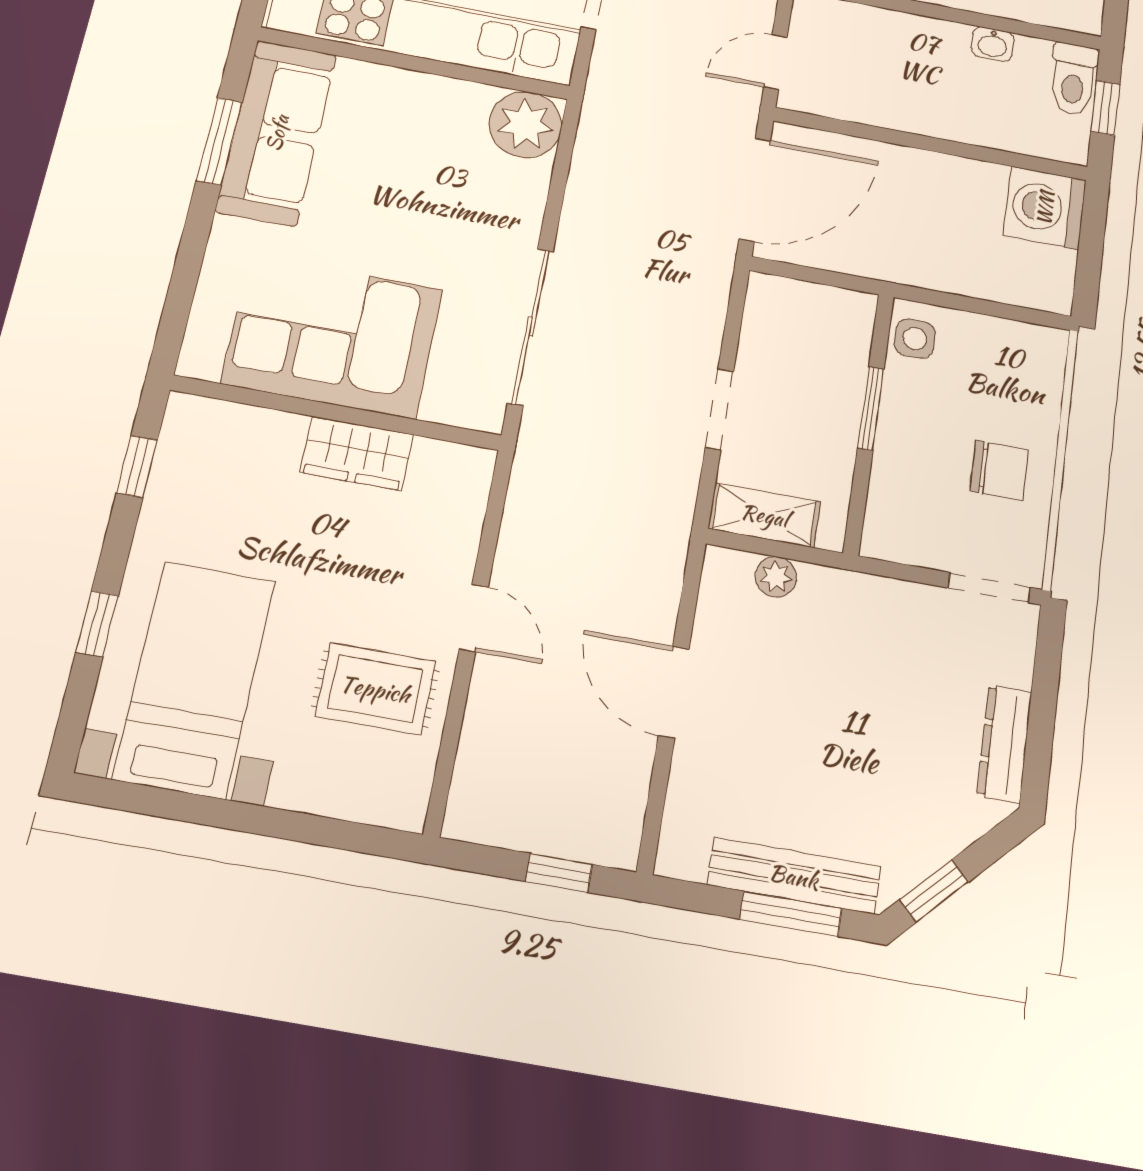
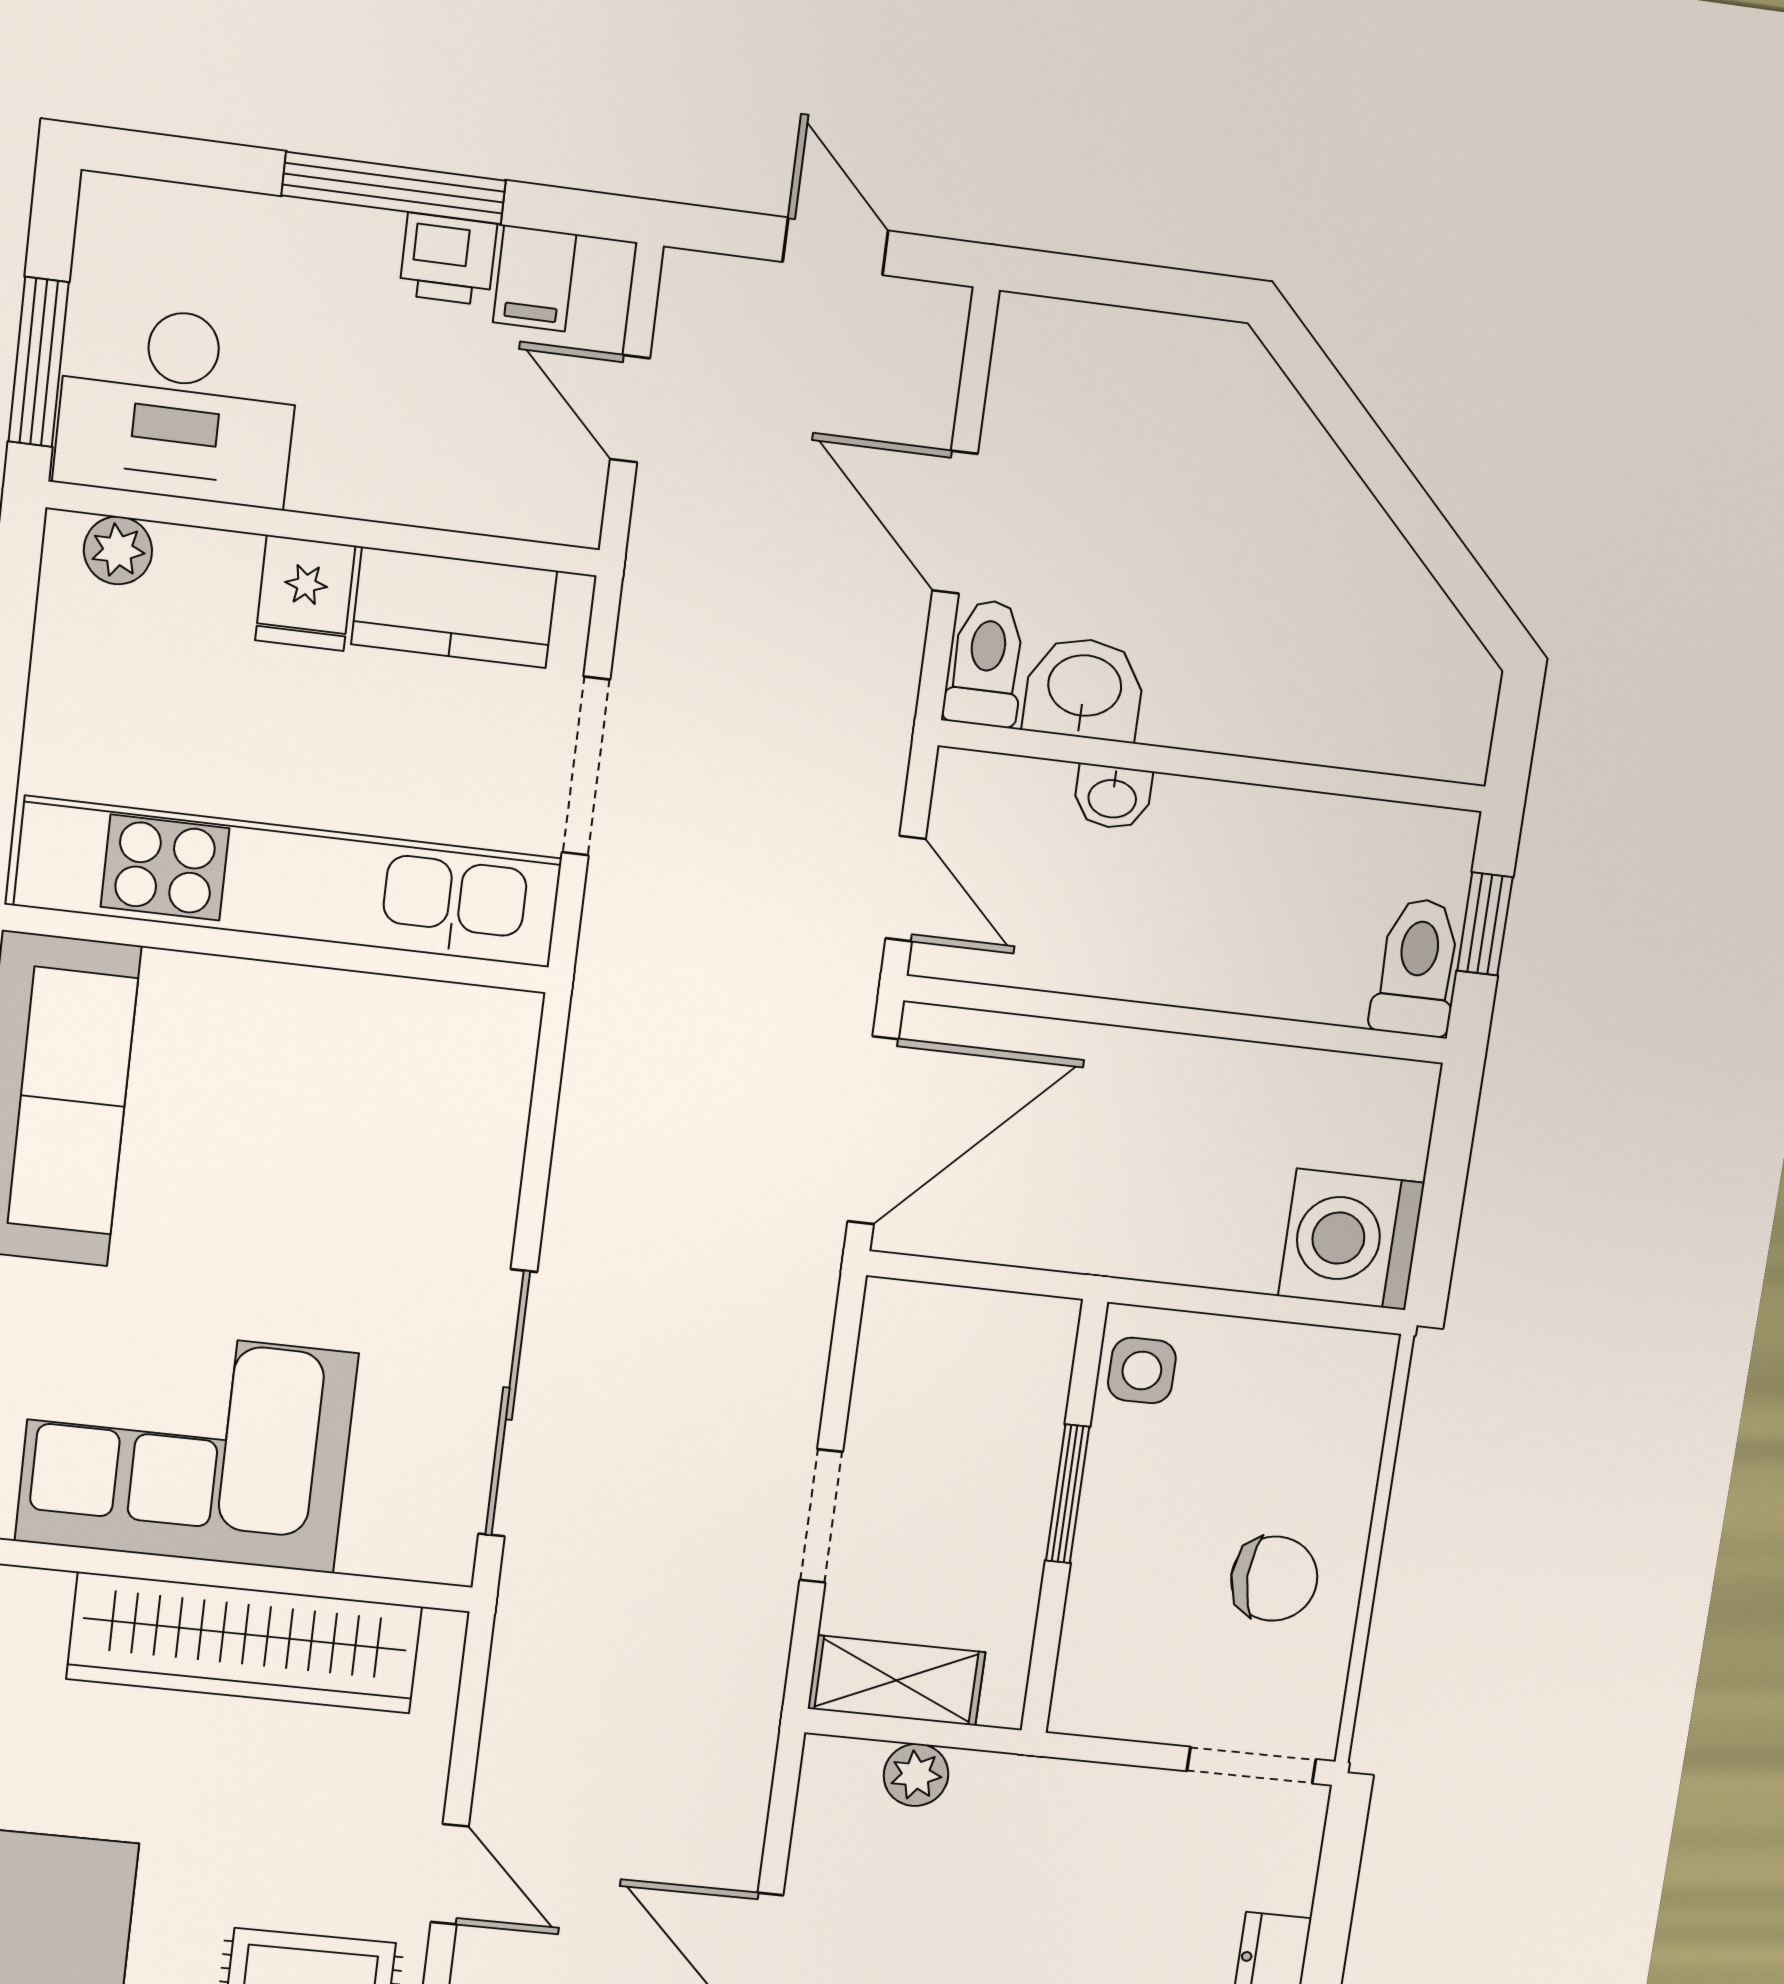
washbasin: (993, 44) -> (1112, 797), moved
door: (775, 62) -> (906, 889), swing flipped
toilet: (1073, 79) -> (1417, 967), moved, turned 180
plant: (525, 125) -> (476, 1046), removed
washing machine: (1045, 208) -> (1351, 1239), moved
wardrobe: (357, 453) -> (244, 1643), width x2.10, depth x1.17

